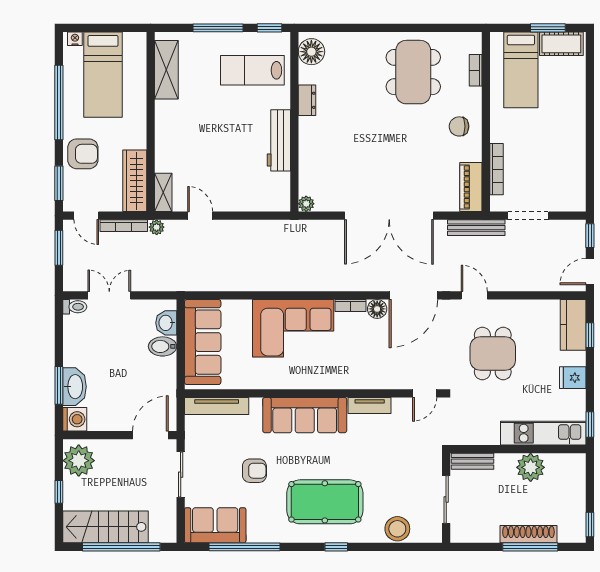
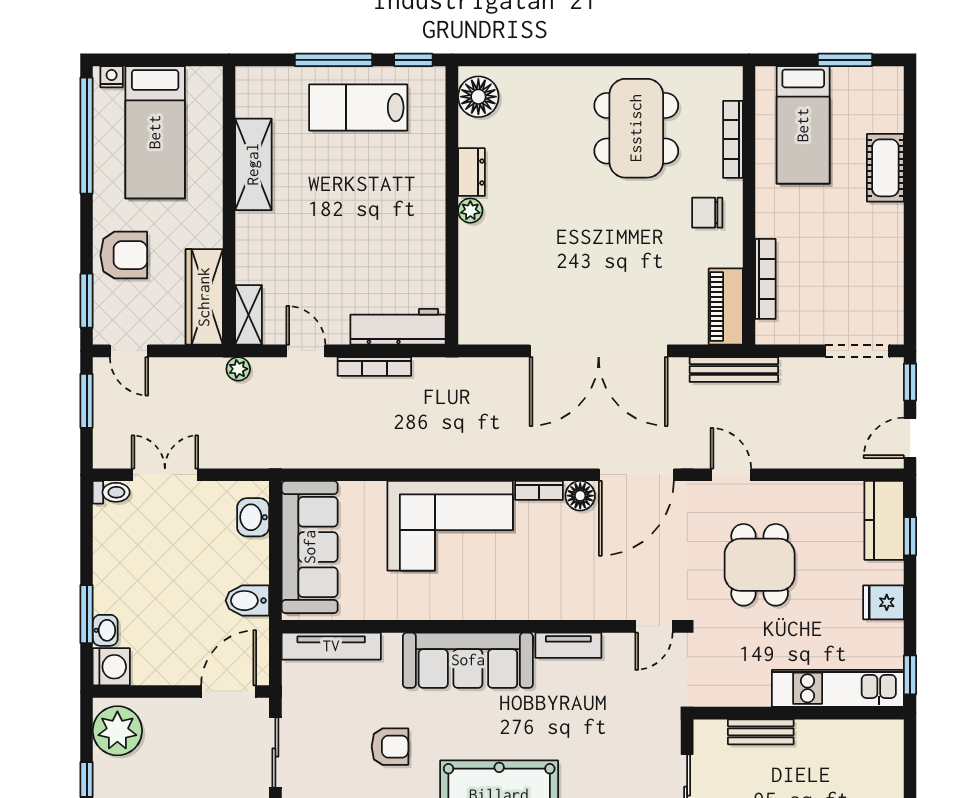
cot: (561, 44) -> (885, 168), moved, turned 90
shelving: (166, 70) -> (253, 164), moved
lab bench: (252, 70) -> (358, 107), moved
bookcase: (476, 70) -> (733, 139), width x1.56
window: (59, 103) -> (87, 136), moved
workbench: (279, 140) -> (398, 327), moved, turned 90
plant: (306, 204) -> (470, 211), moved
doorway: (528, 216) -> (857, 351), moved
bookcase: (124, 226) -> (374, 367), moved
bidet: (163, 346) -> (247, 601), moved
washbasin: (74, 387) -> (105, 630), width x0.52, depth x0.69
bench: (472, 461) -> (761, 732), moved
plant: (531, 467) -> (818, 741), removed

